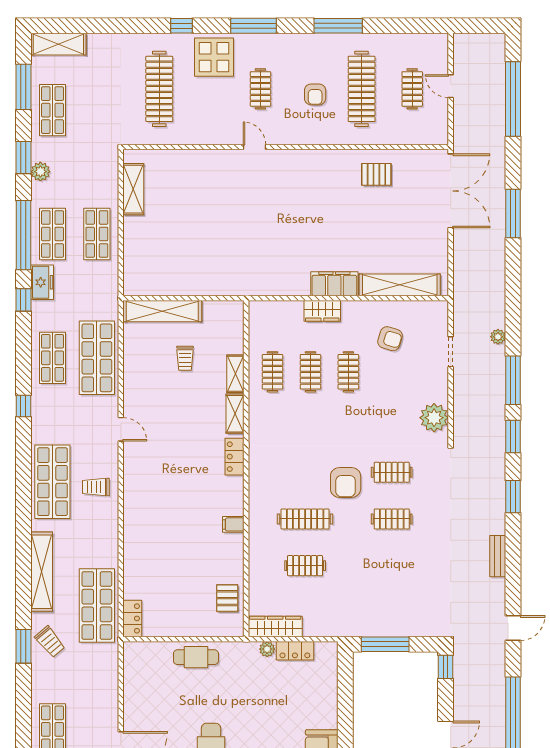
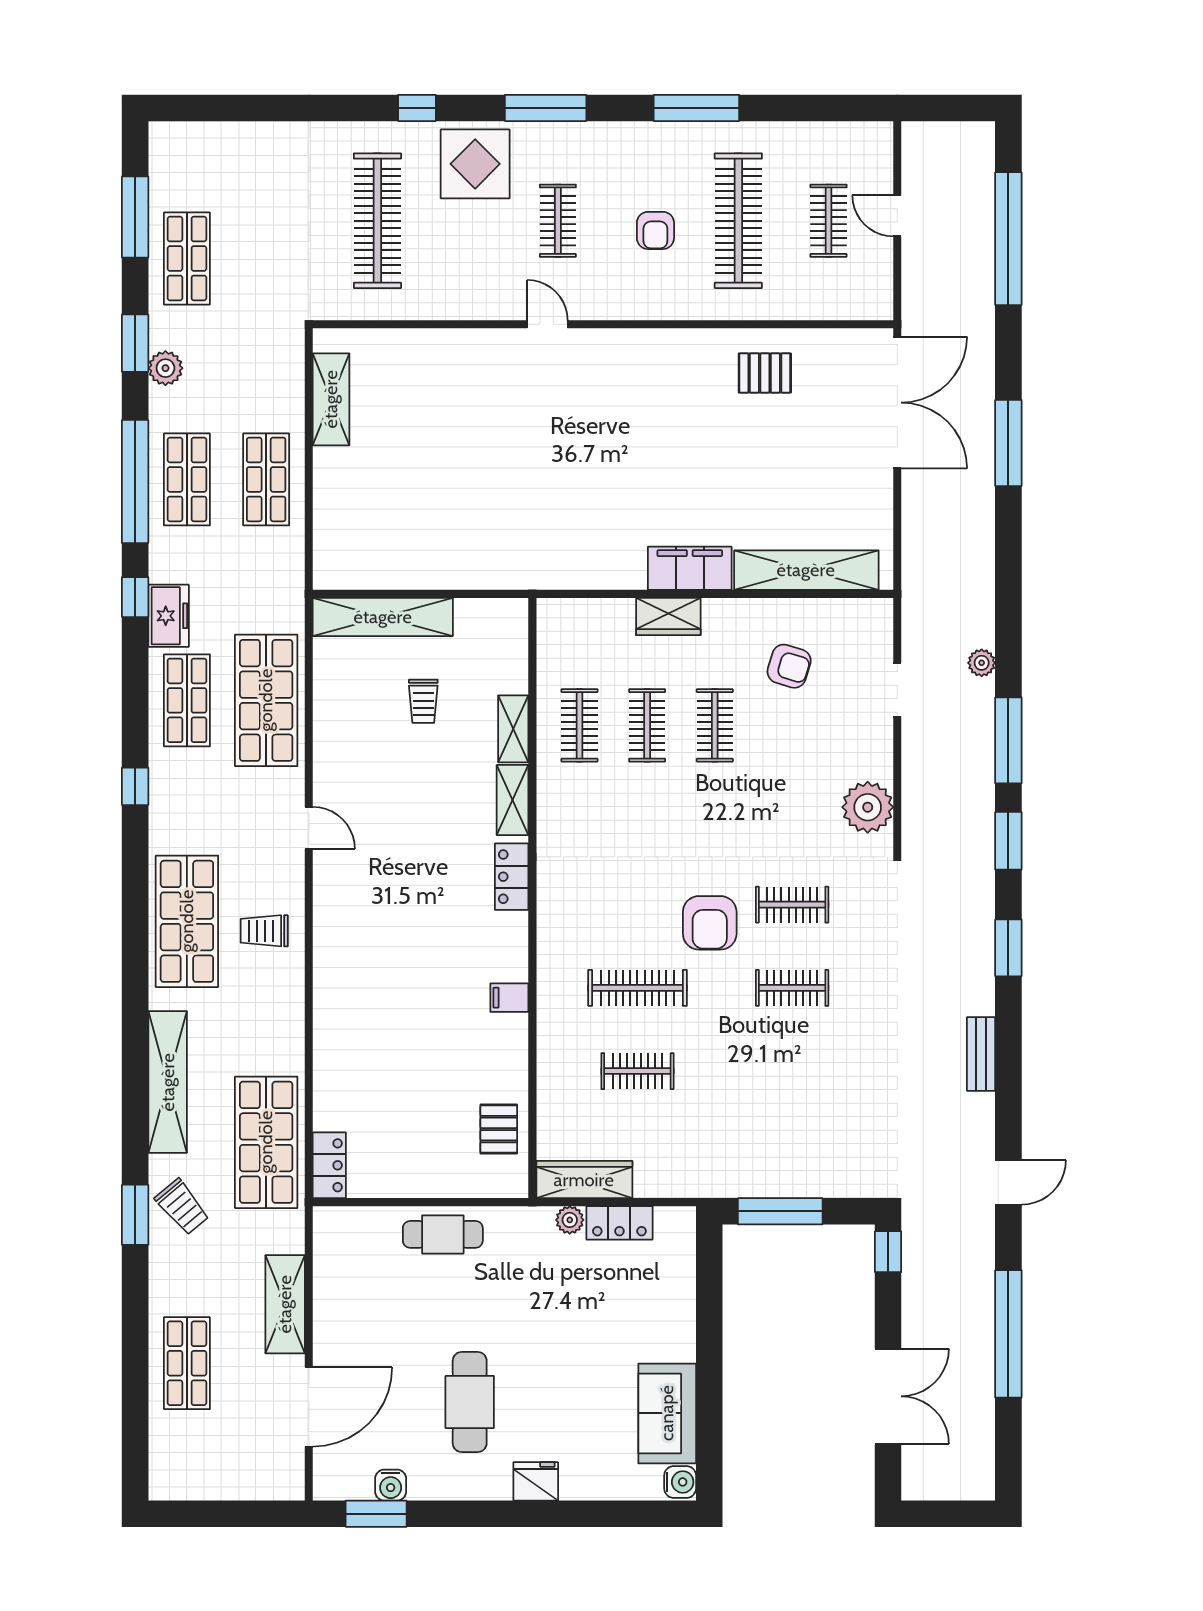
shelving: (58, 44) -> (285, 1304), moved, turned 90
freezer: (42, 282) -> (169, 616), moved

